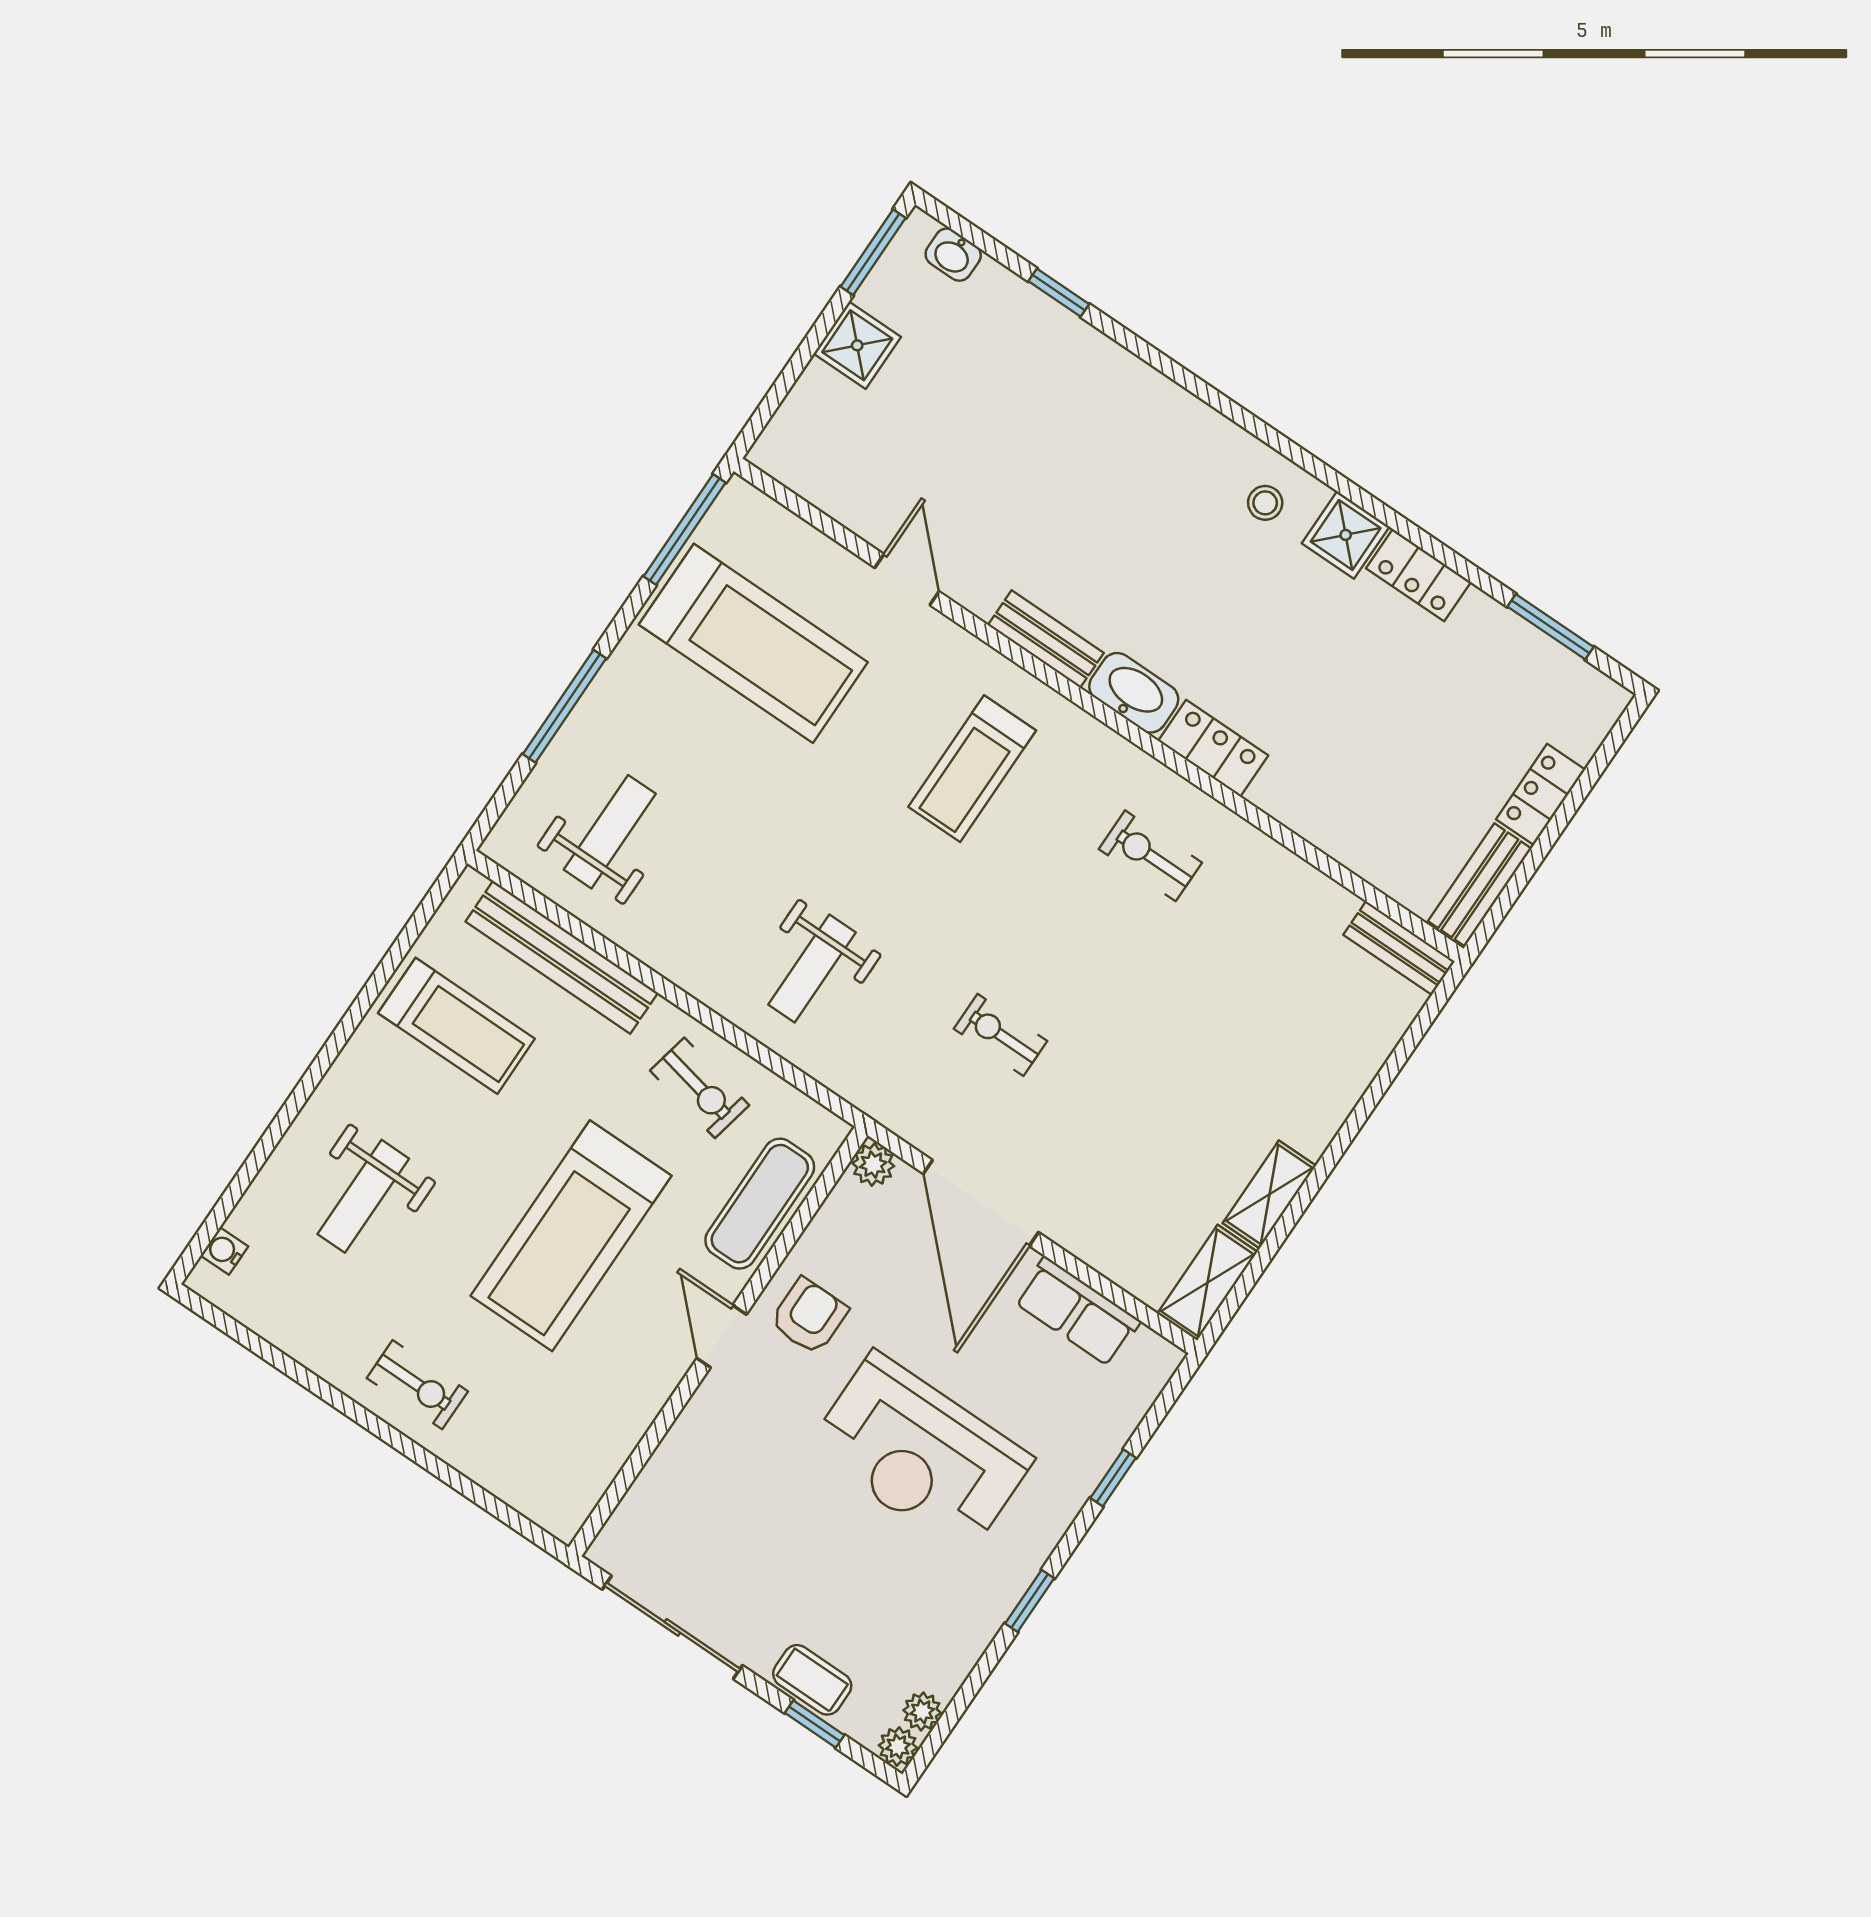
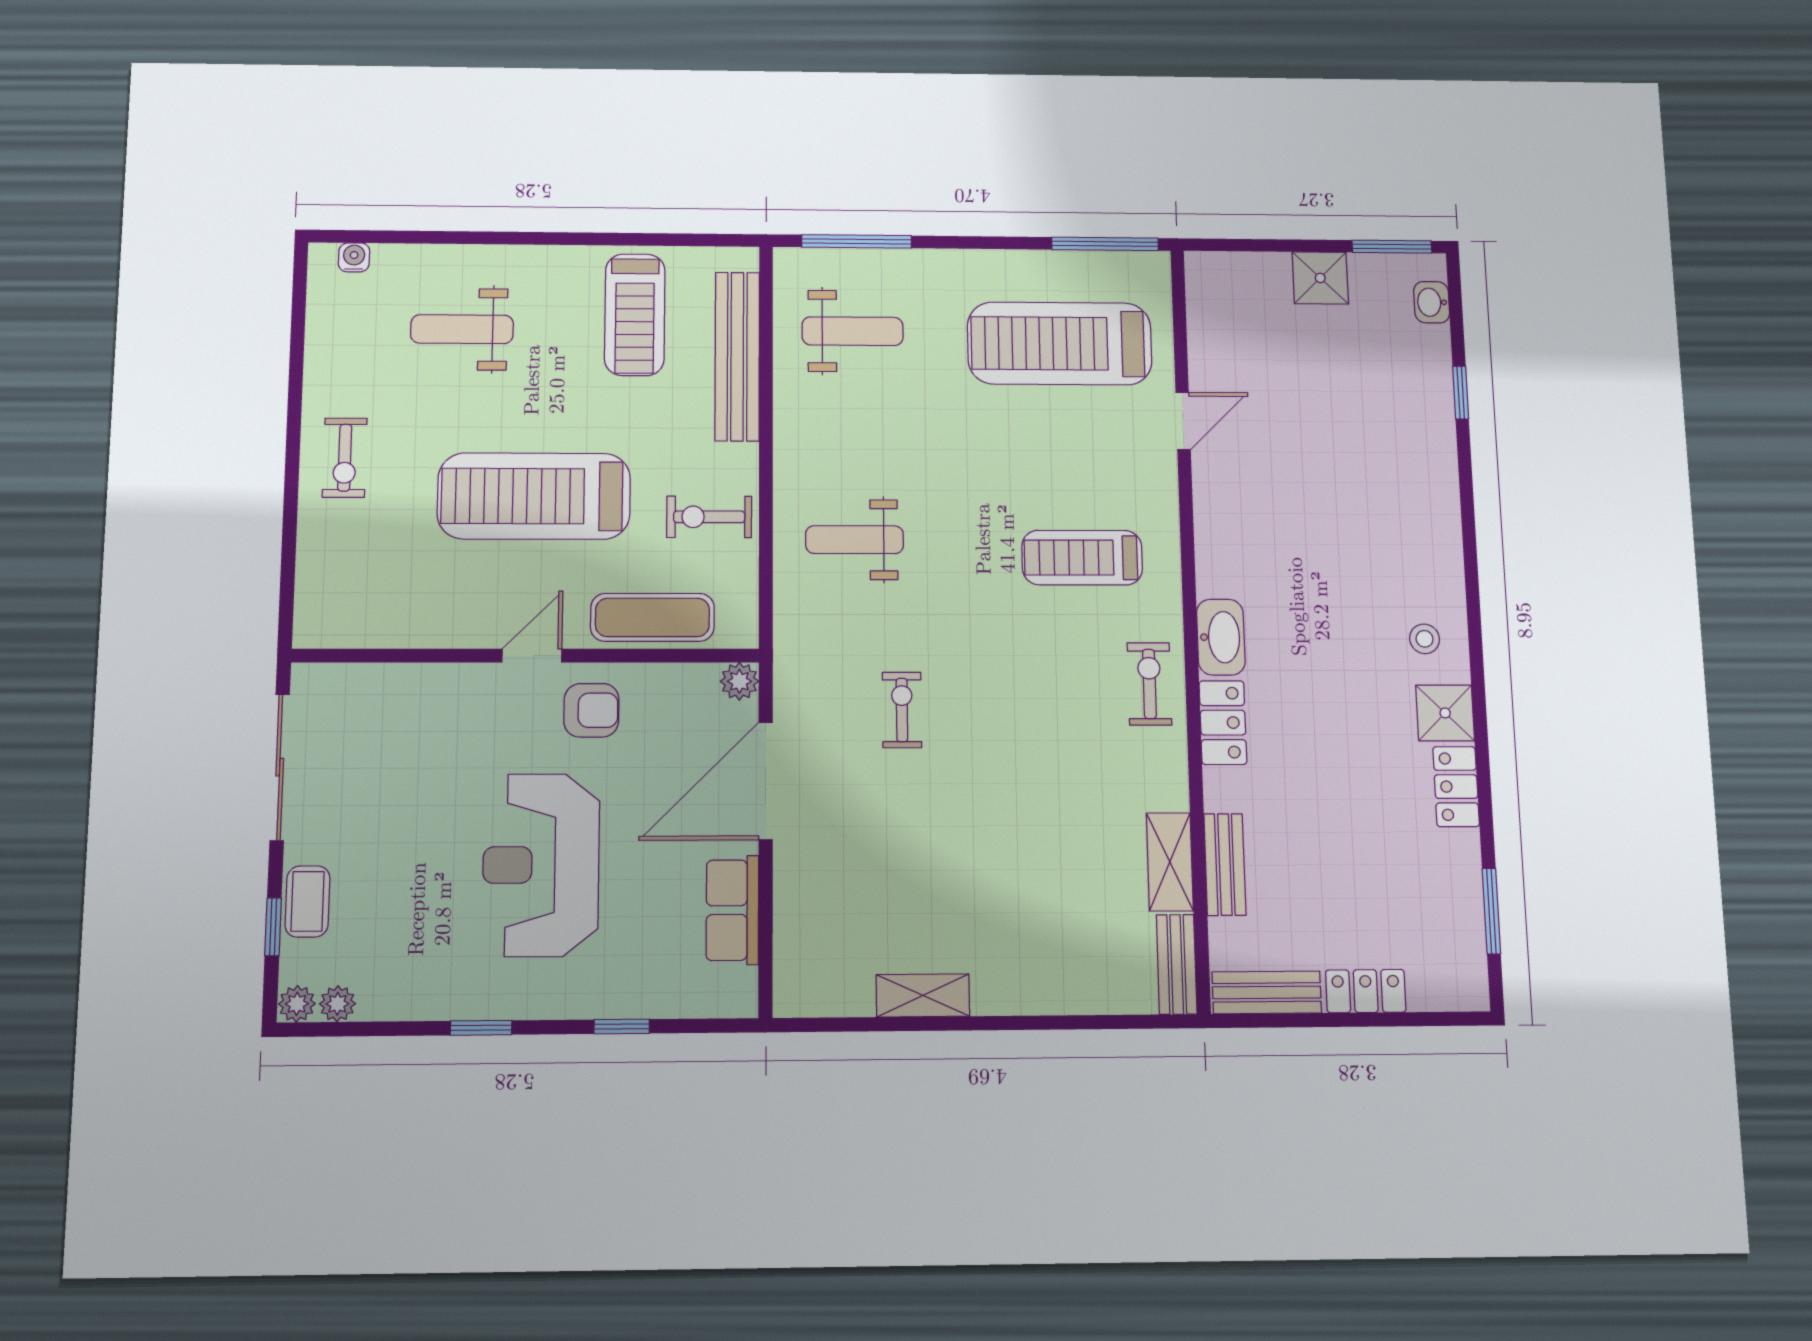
bench: (1046, 639) -> (1225, 864), moved
treadmill: (753, 643) -> (1060, 343), turned 90
window: (565, 706) -> (857, 241), moved
exercise bike: (1150, 856) -> (1149, 684), moved
exercise bike: (700, 1088) -> (709, 517), turned 78
shelving: (1207, 1283) -> (1170, 862), moved, turned 90

